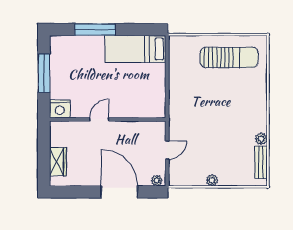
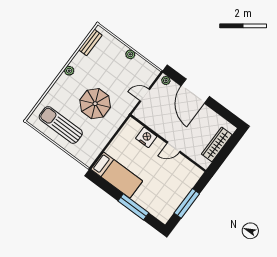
parasol: (210, 105) -> (95, 104), added
nightstand: (60, 109) -> (146, 137), moved
plant: (261, 139) -> (69, 71), moved
wardrobe: (58, 162) -> (217, 144), width x1.50

